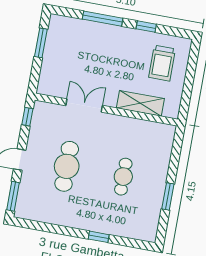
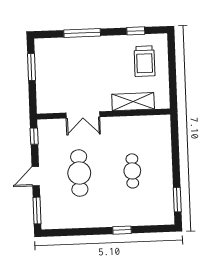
window: (146, 27) -> (136, 31), moved
double door: (84, 106) -> (83, 115), swing flipped
window: (168, 196) -> (177, 200), moved

